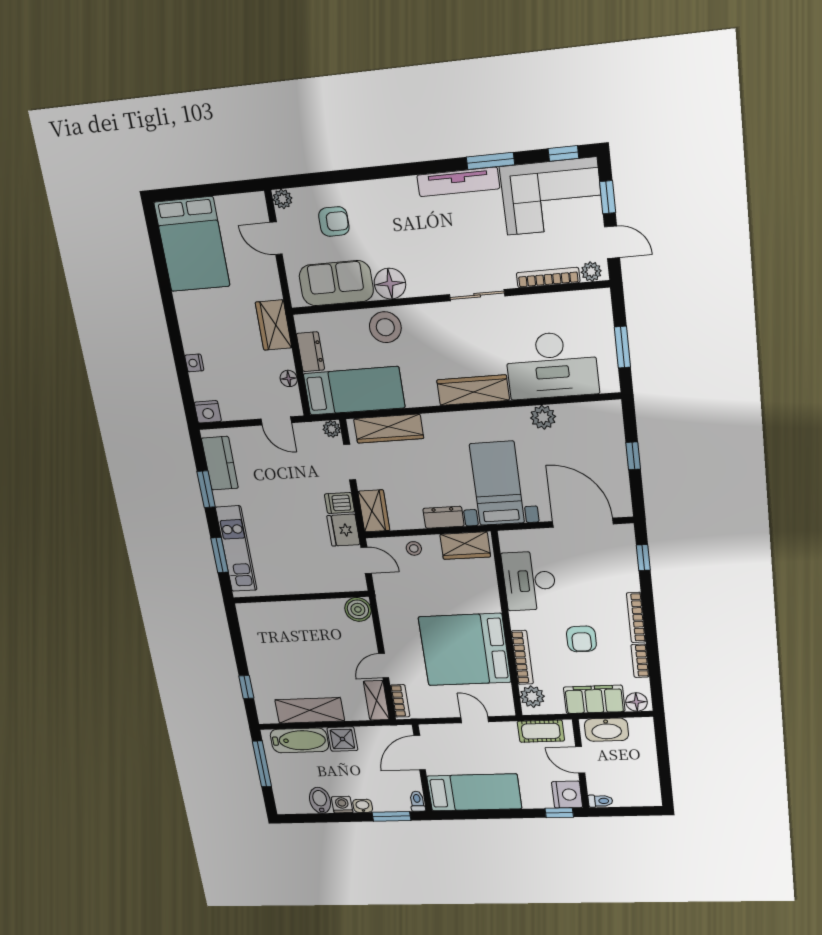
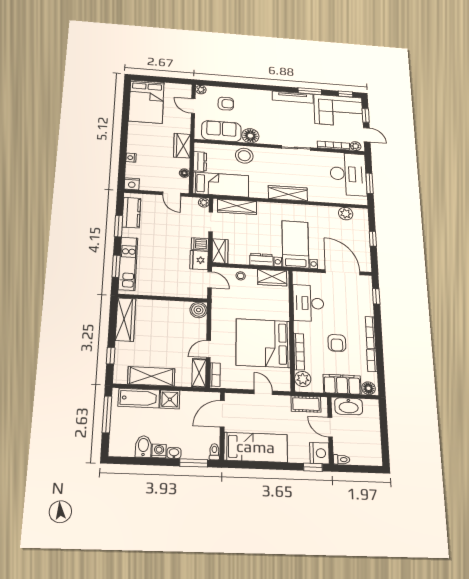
desk: (552, 365) -> (348, 174), moved, turned -90
plant: (543, 417) -> (346, 214), moved
wardrobe: (254, 634) -> (125, 320), added

